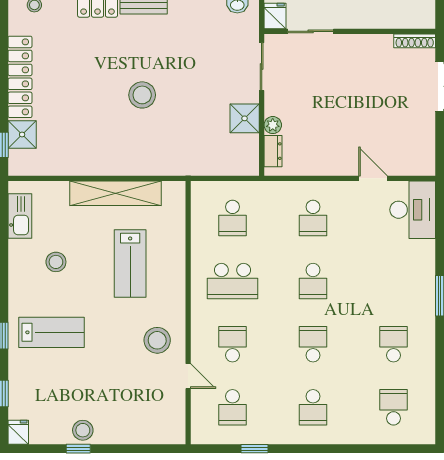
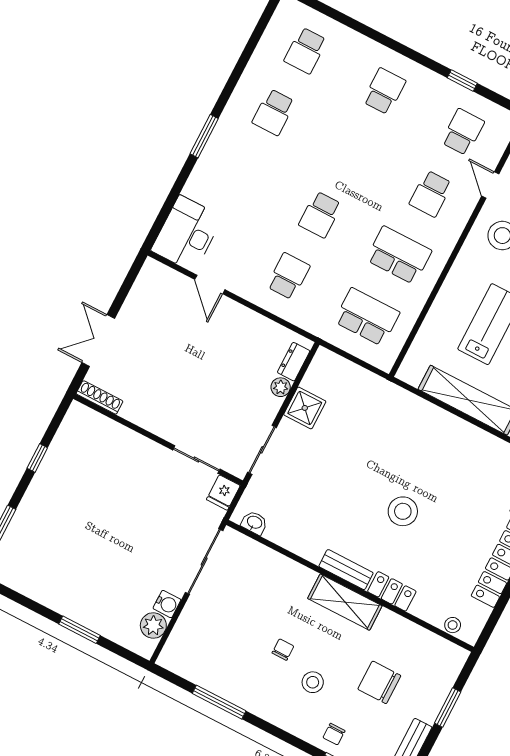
stool: (142, 95) -> (403, 511), moved
school desk: (233, 218) -> (367, 317), width x1.85
school desk: (313, 281) -> (320, 215), turned 180
school desk: (313, 344) -> (352, 153), removed

